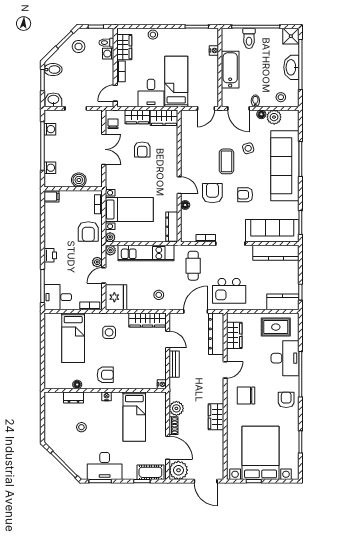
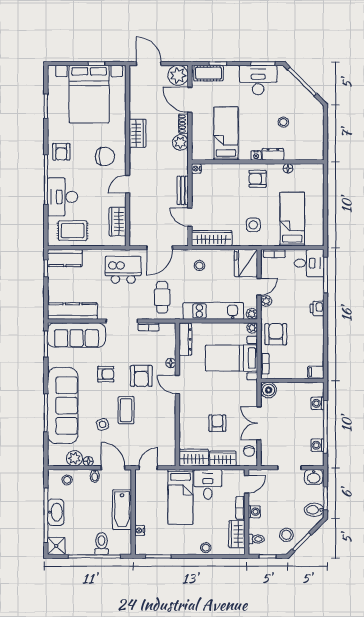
washing machine: (108, 54) -> (254, 512), moved
boiler: (79, 180) -> (269, 390), moved
dresser: (216, 334) -> (137, 223), removed
dresser: (74, 398) -> (273, 154), moved

